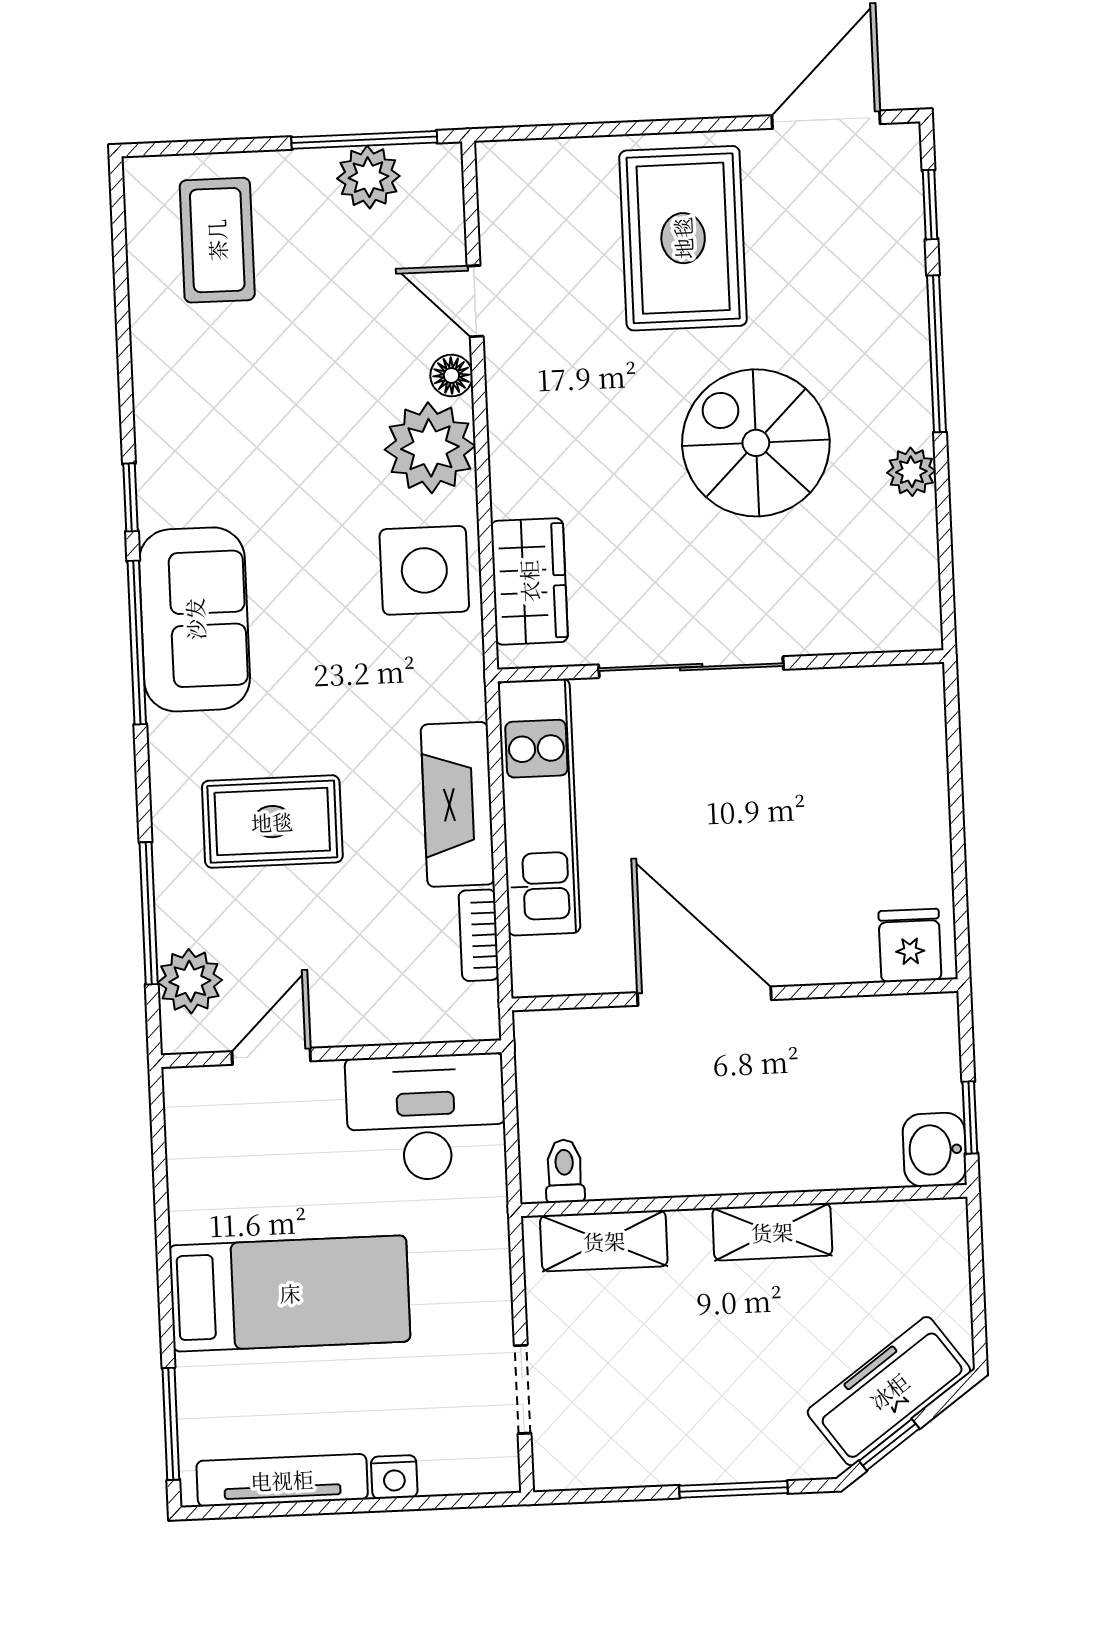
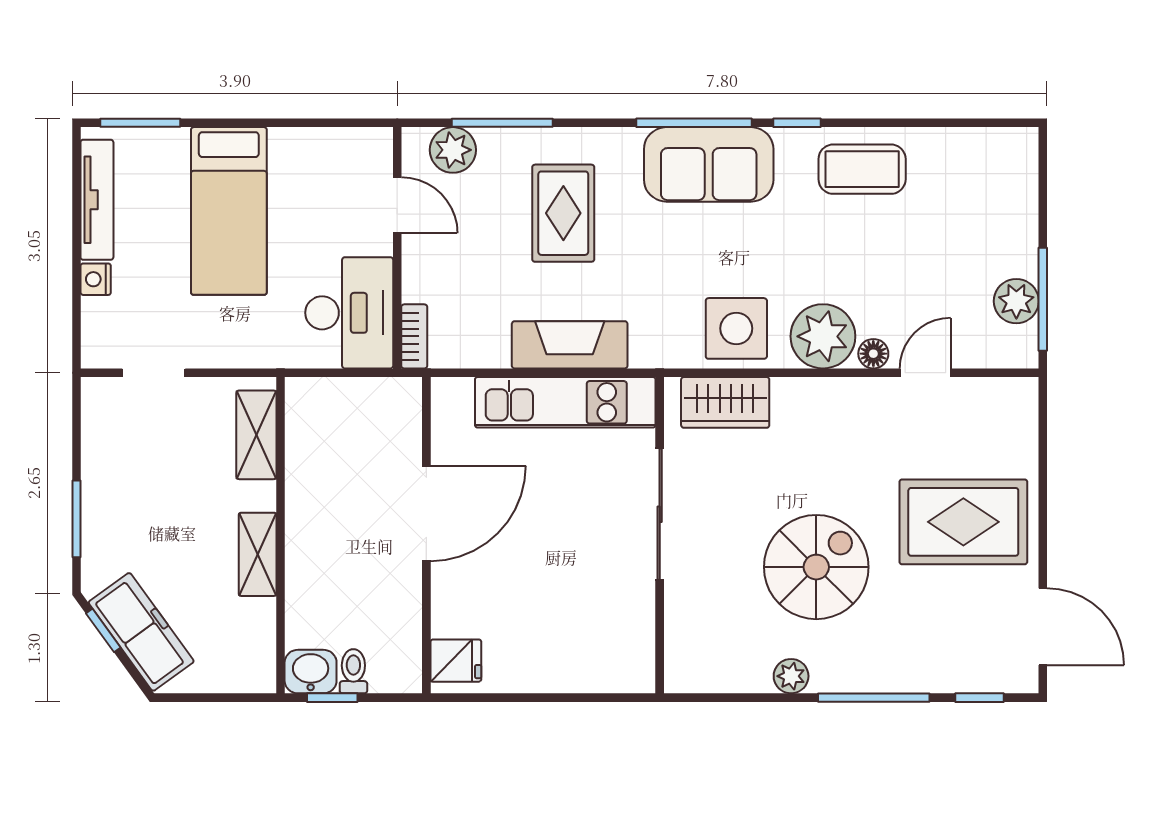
coffee table: (217, 240) -> (862, 169), moved
bookcase: (479, 935) -> (414, 336), moved, turned 90
toilet: (565, 1171) -> (353, 671), moved, turned -90

